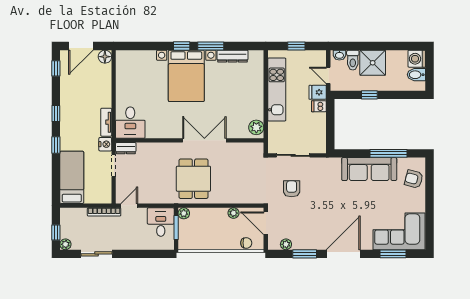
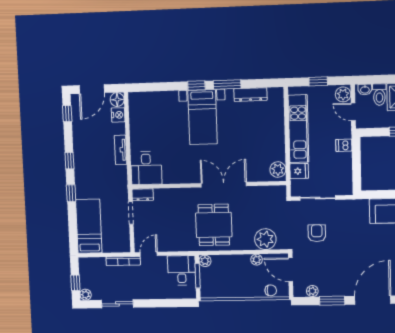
plant: (319, 59) -> (343, 94), added
bed with nightstands: (186, 76) -> (203, 117), width x0.73
fridge: (318, 92) -> (299, 171), moved, turned 180
tv unit: (106, 122) -> (121, 150), moved
nightstand: (105, 144) -> (118, 115), moved
plant: (243, 193) -> (265, 239), added

